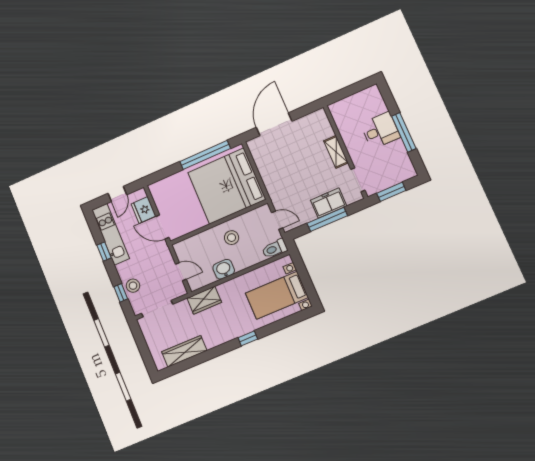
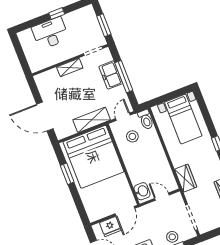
desk: (380, 130) -> (50, 33), width x1.37
window: (404, 132) -> (57, 13), width x0.46
window: (205, 155) -> (67, 174), width x0.47
shelving: (272, 182) -> (92, 120), added
stool: (232, 238) -> (132, 136), moved
washbasin: (224, 269) -> (142, 191), moved, turned 180
door: (181, 272) -> (162, 197), hinge flipped

